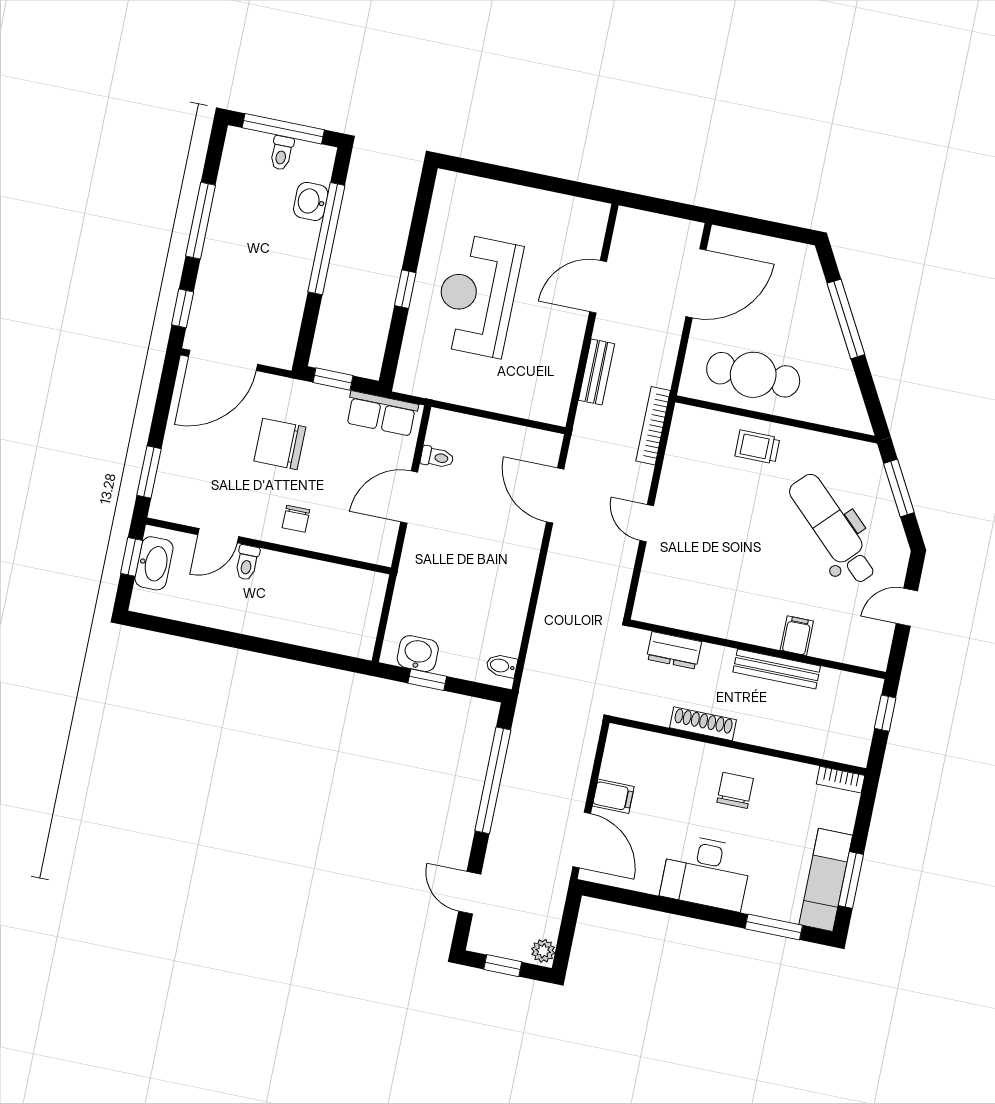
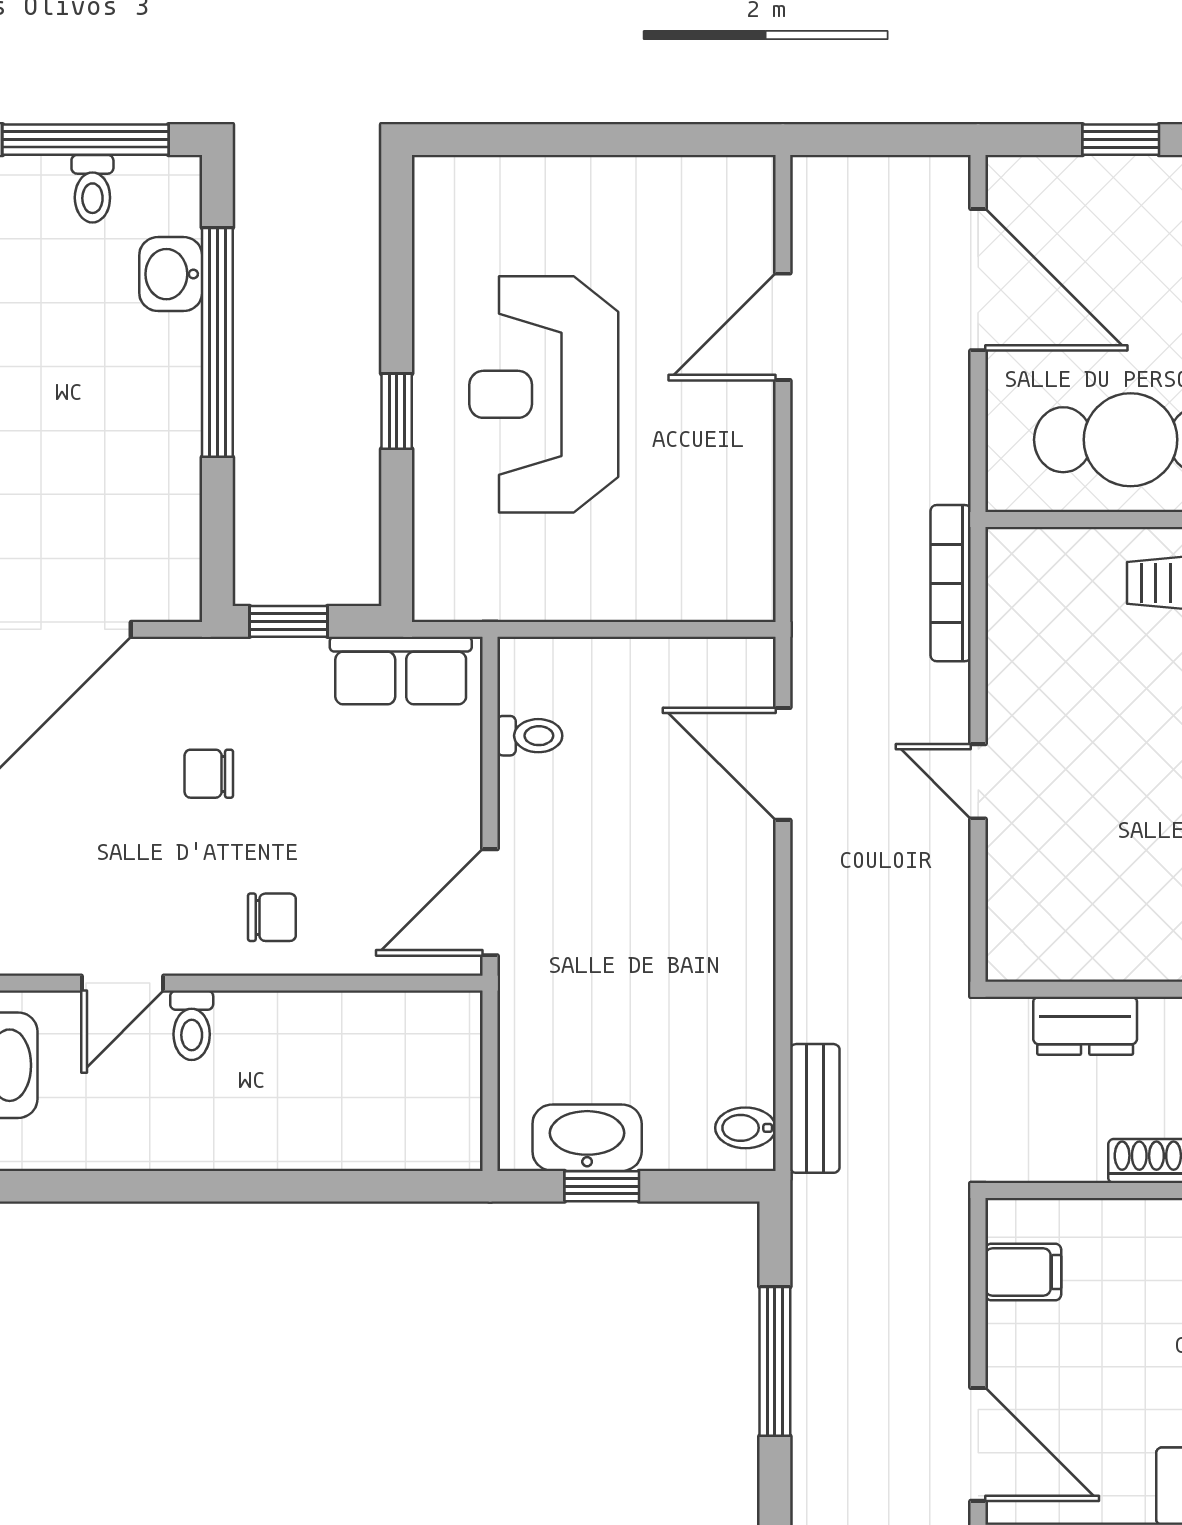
window: (778, 230) -> (1121, 140), added
door: (696, 283) -> (978, 280), hinge flipped
bench: (596, 372) -> (815, 1108), moved
chair: (280, 444) -> (209, 774), width x0.54, depth x0.54
door: (409, 497) -> (490, 902), moved
chair: (296, 519) -> (272, 917), turned -90
washbasin: (418, 654) -> (587, 1138), width x1.38
window: (493, 780) -> (775, 1361), width x0.68
filing cabinet: (613, 796) -> (1023, 1272), moved

